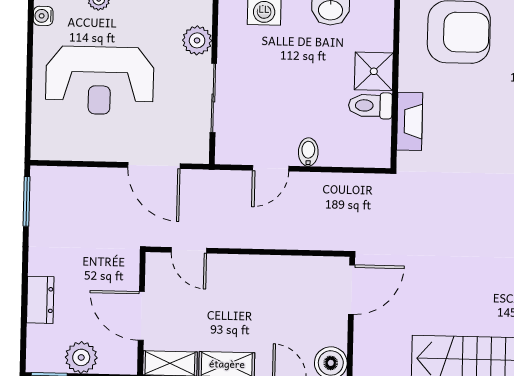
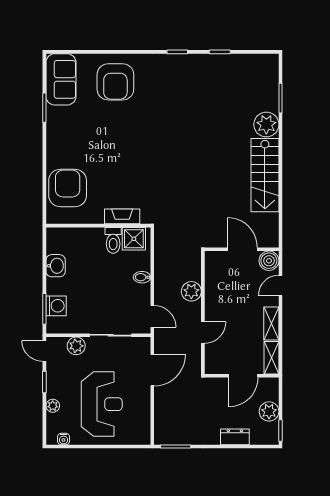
shower: (374, 71) -> (134, 239), moved
door: (271, 168) -> (152, 316), moved
plant: (283, 233) -> (191, 291), added
door: (189, 250) -> (203, 333), moved
door: (351, 290) -> (242, 249), moved

